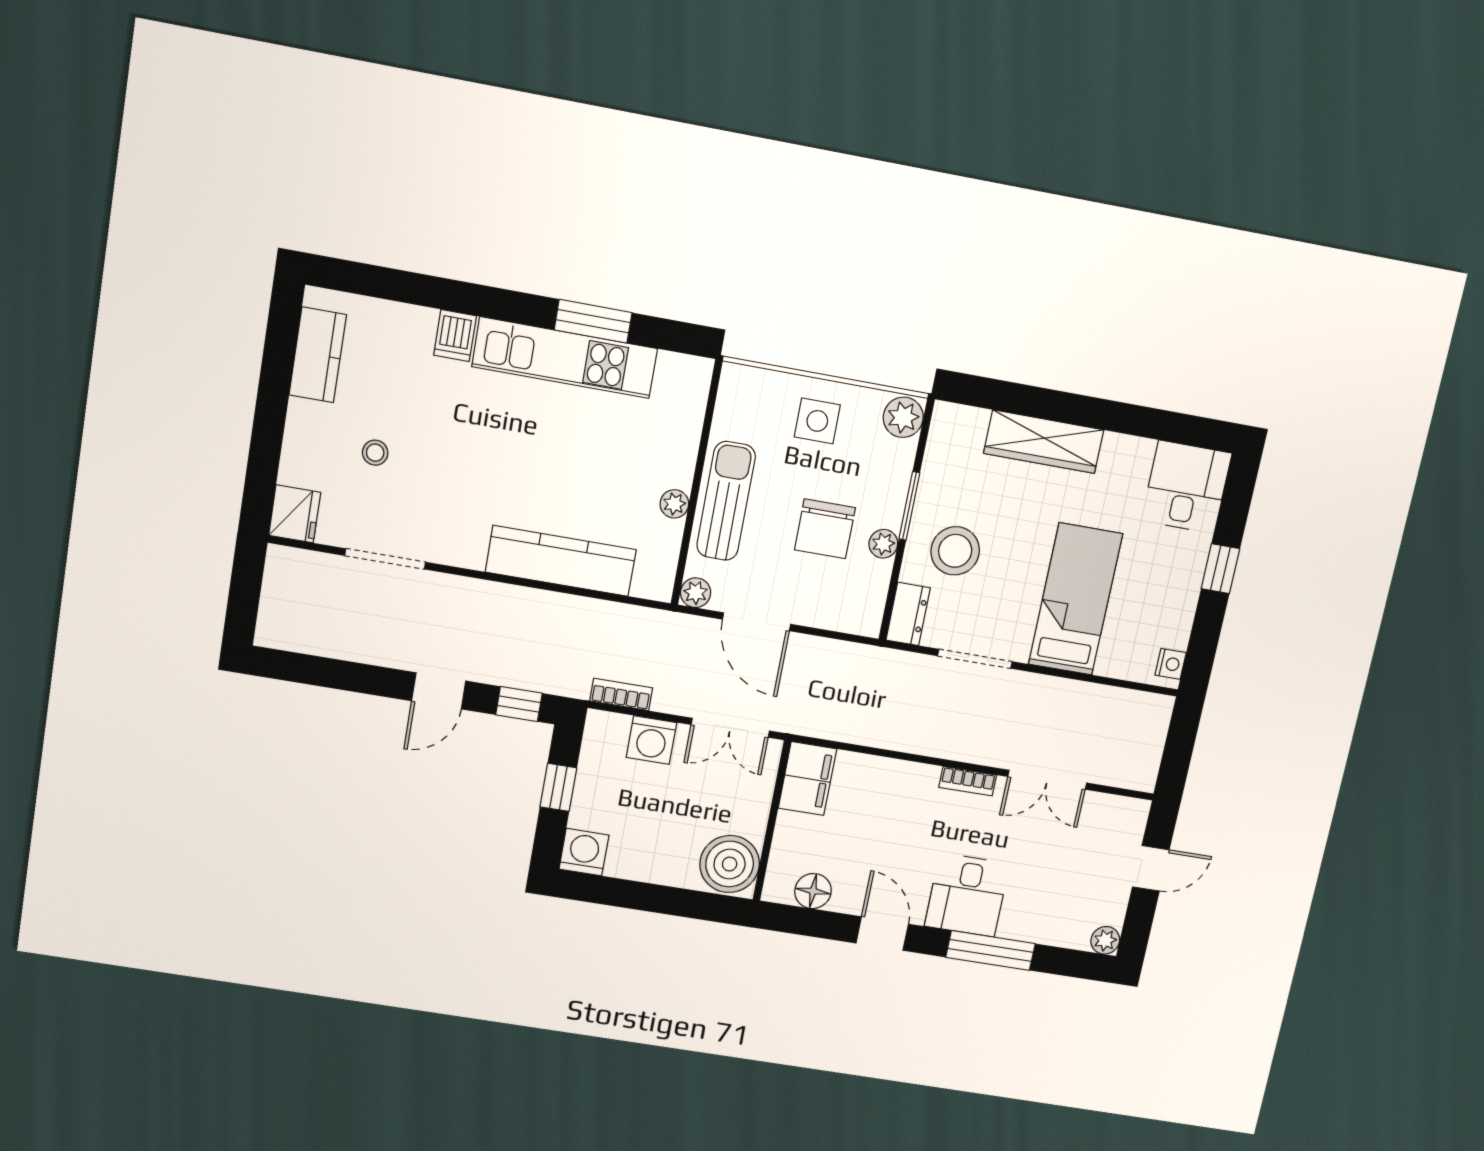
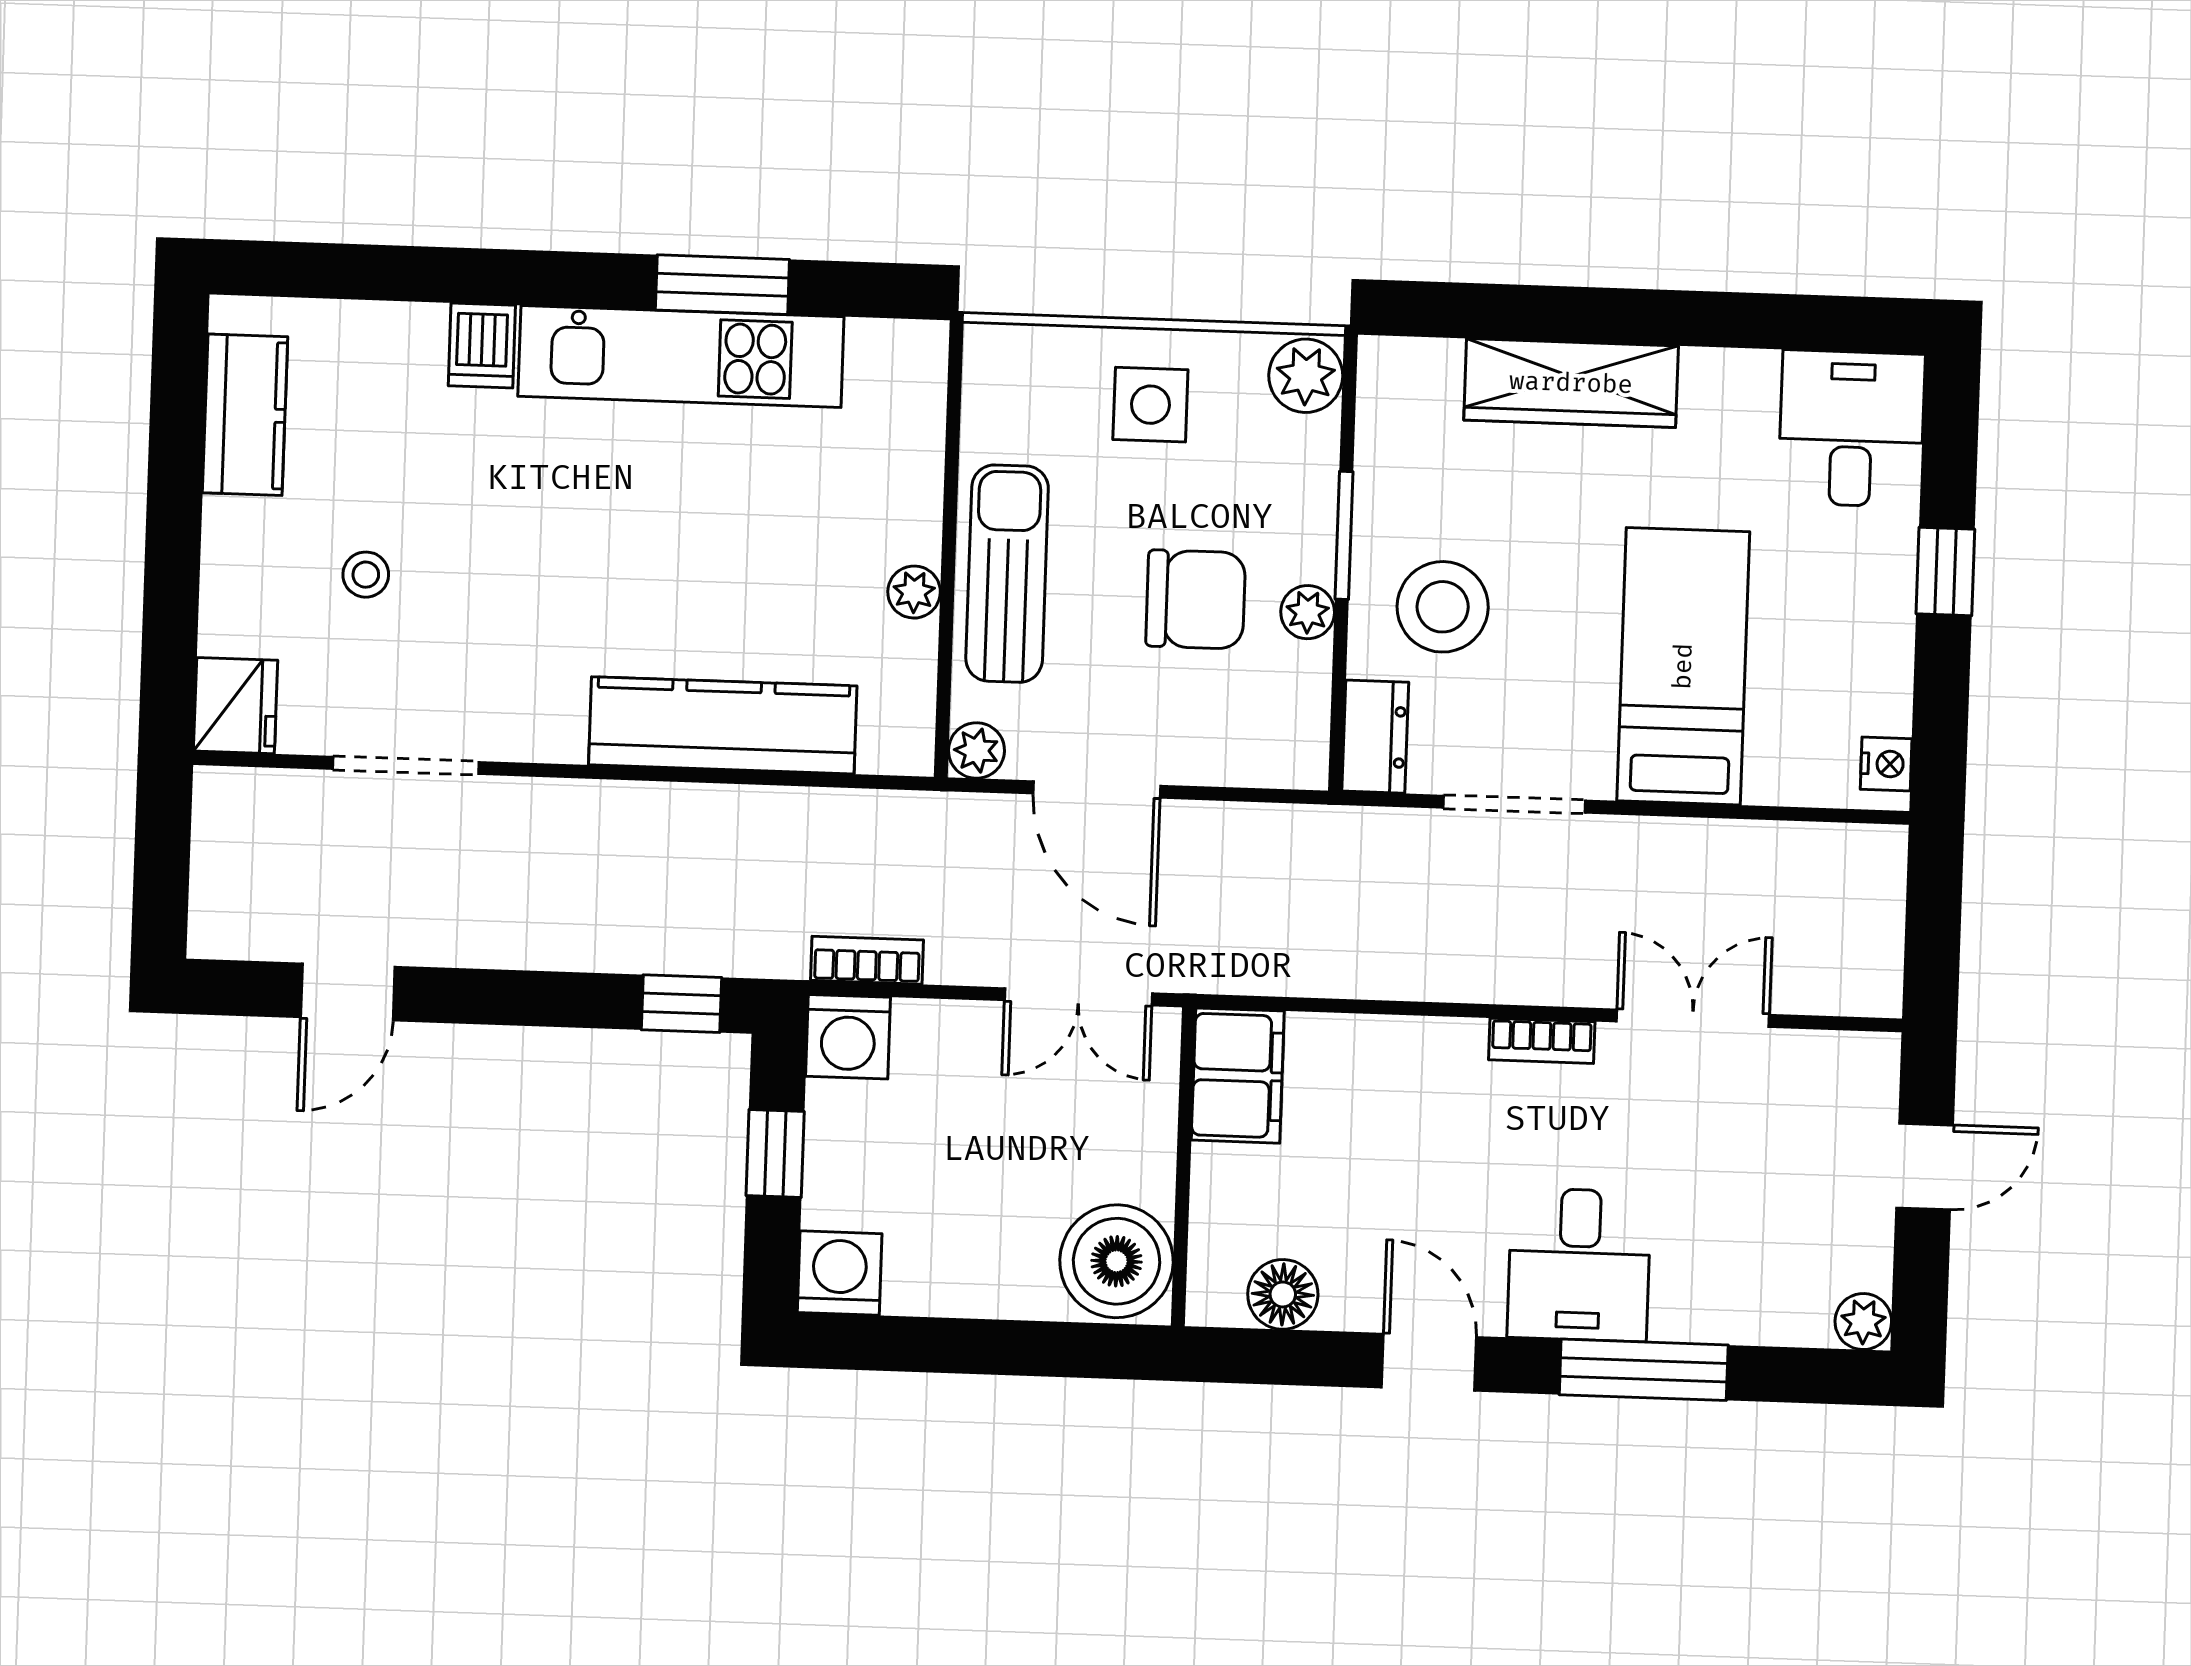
chair: (825, 529) -> (1196, 599), turned -90
door: (439, 691) -> (348, 992), moved
washing machine: (652, 740) -> (848, 1037), moved
double door: (1047, 780) -> (1693, 1018), swing flipped

